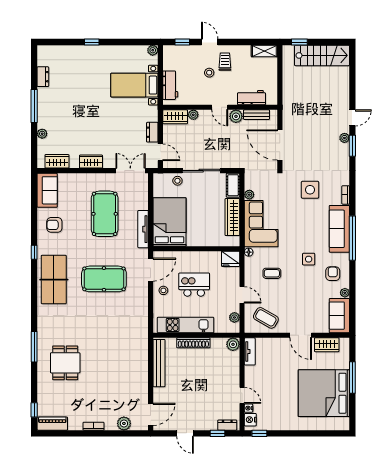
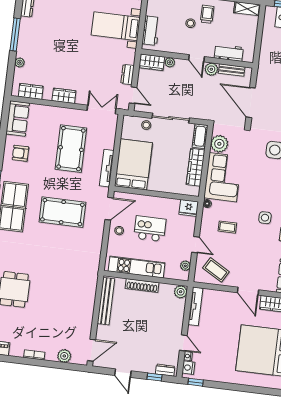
plant: (249, 195) -> (219, 144), width x1.87, depth x1.87
tv unit: (250, 351) -> (195, 306), width x1.41

